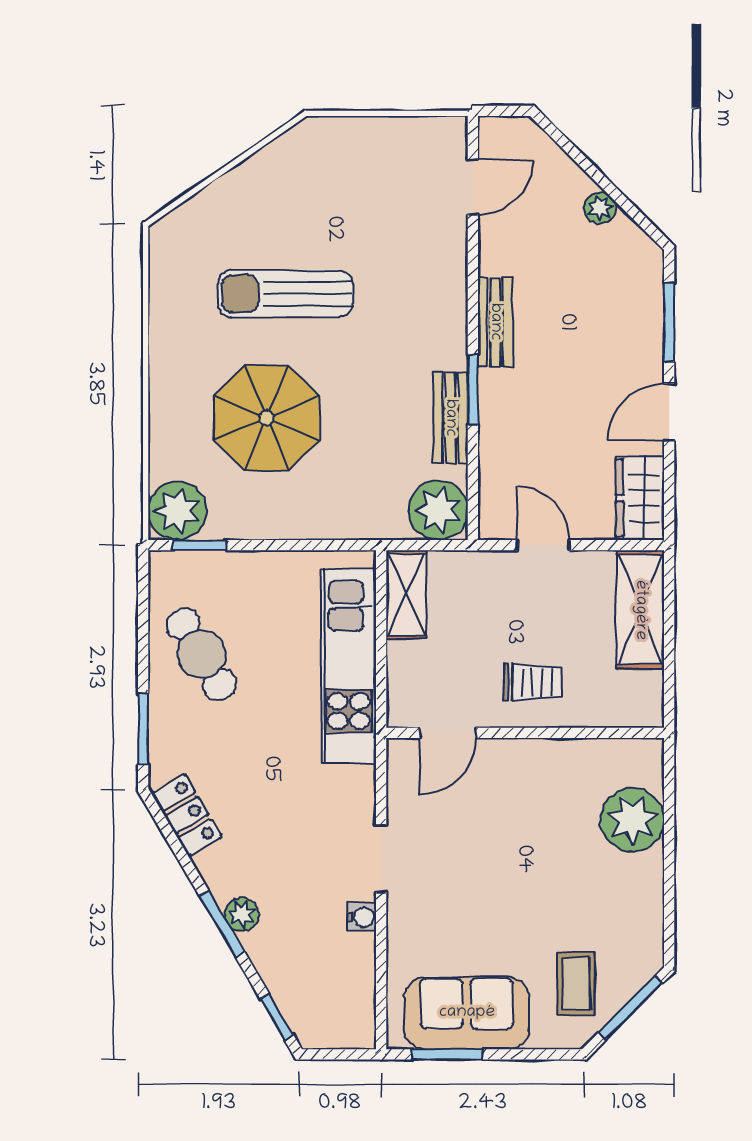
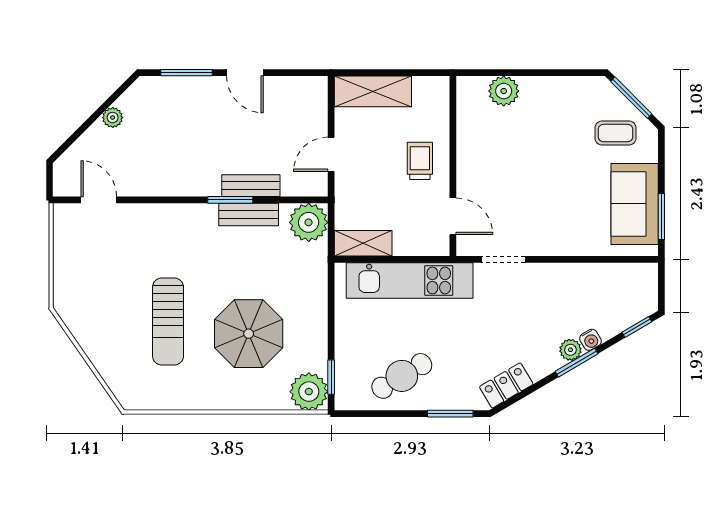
bench: (495, 322) -> (251, 186), moved
wardrobe: (640, 498) -> (301, 92), removed
plant: (632, 820) -> (504, 91), width x0.73, depth x0.73
doorway: (381, 858) -> (503, 259), moved
water cooler: (362, 917) -> (591, 340), moved, turned 149

